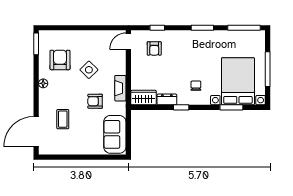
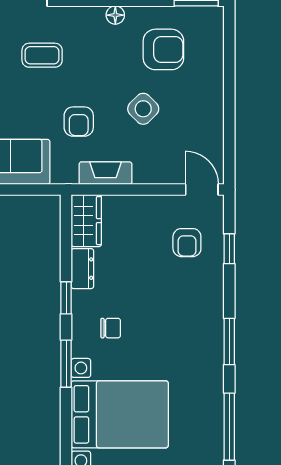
armchair: (154, 48) -> (187, 243), turned -90
armchair: (95, 101) -> (79, 122), turned 180
window: (231, 107) -> (66, 364), moved

